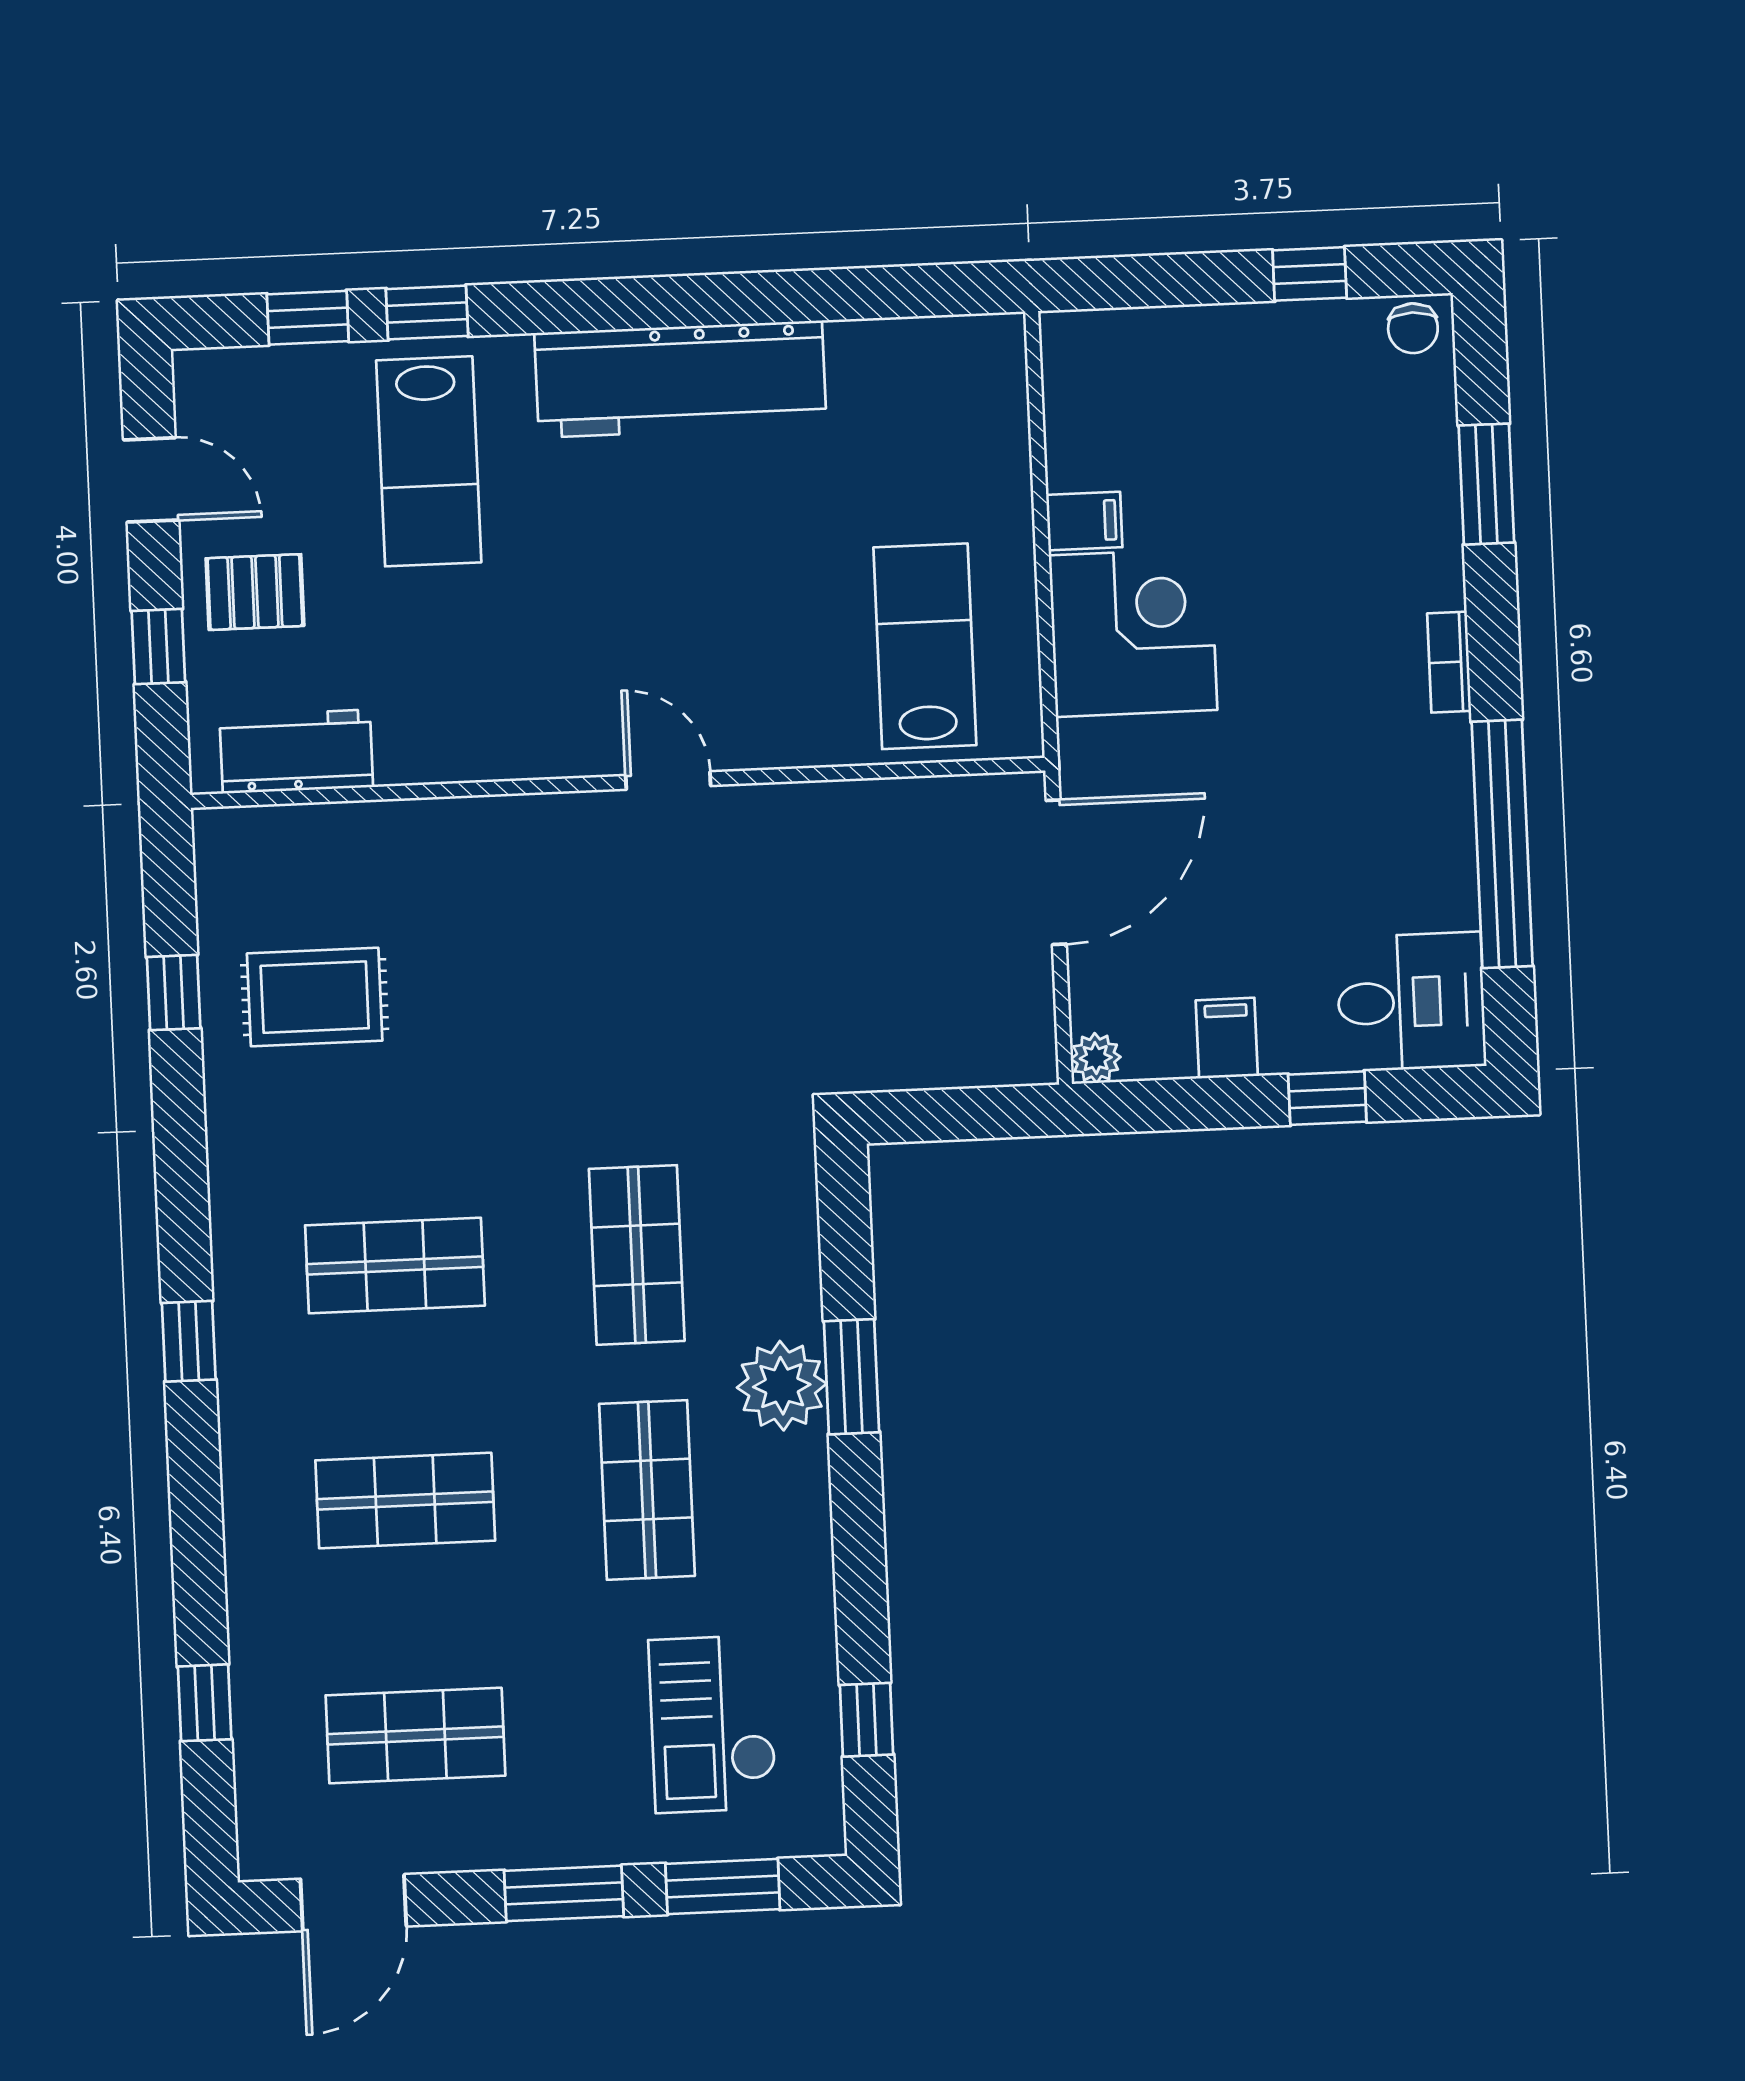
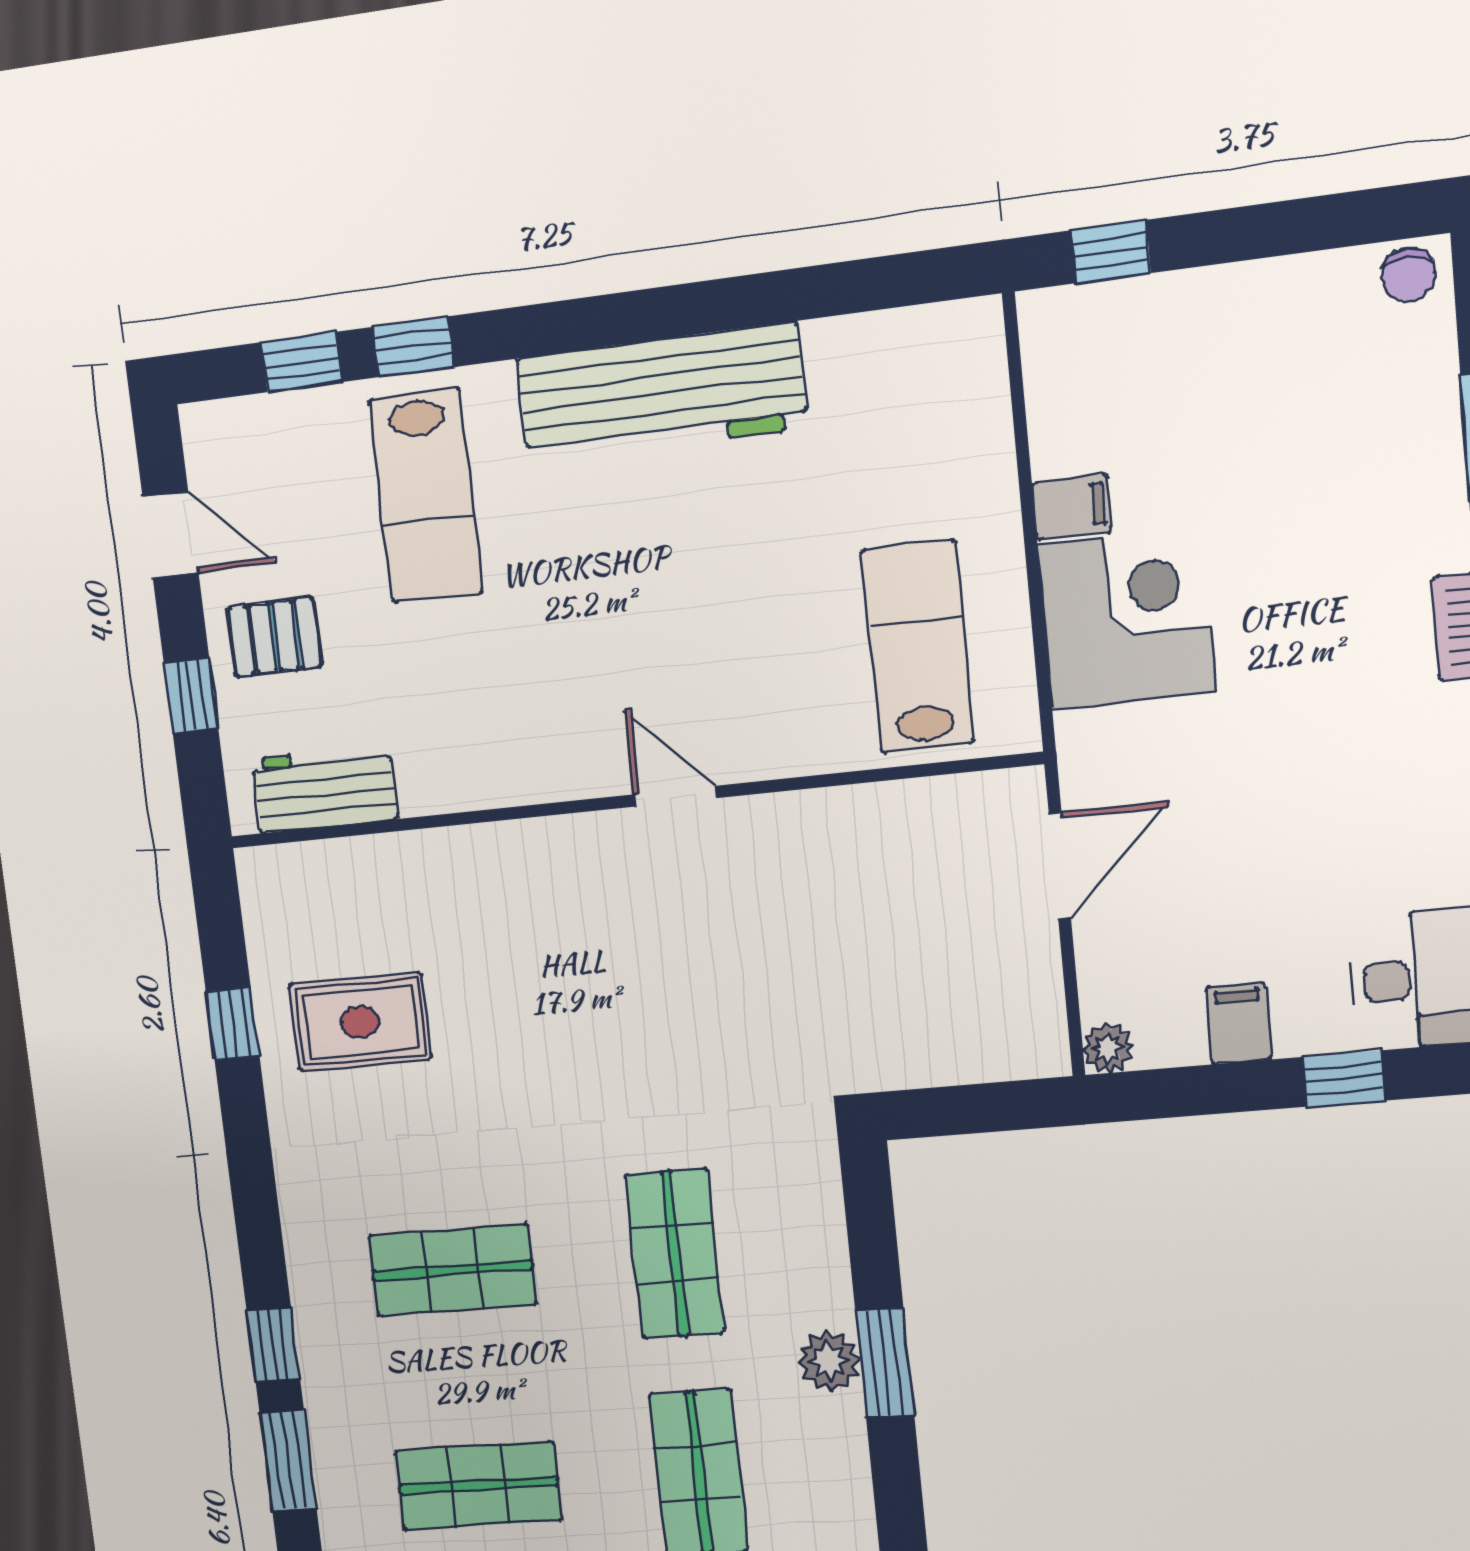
window: (1310, 274) -> (1111, 252), moved
door: (1056, 872) -> (1060, 866), width x0.73
plant: (782, 1386) -> (829, 1361), width x0.73, depth x0.73
window: (194, 1470) -> (288, 1460), added

